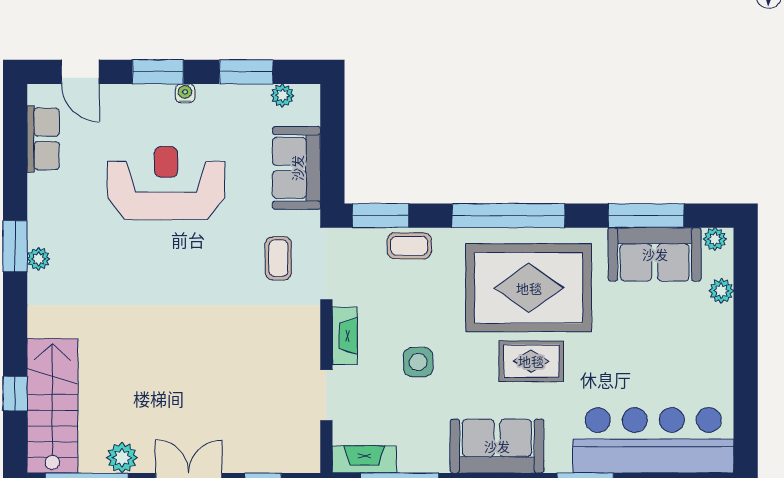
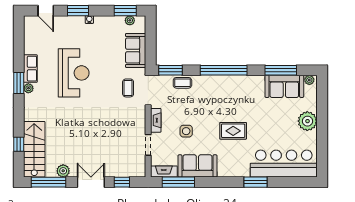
window: (246, 72) -> (125, 11), moved
row of seats: (43, 139) -> (30, 69), moved
reception desk: (166, 183) -> (74, 73), moved, turned 90
rug: (529, 288) -> (232, 100), removed
plant: (721, 291) -> (307, 121), moved, width x1.88, depth x1.88
sofa: (497, 446) -> (197, 166), moved

